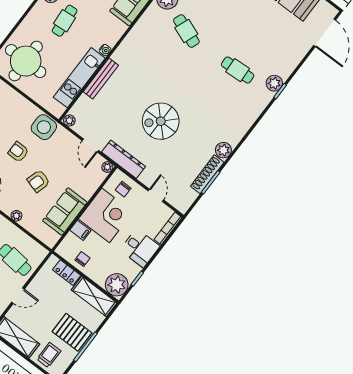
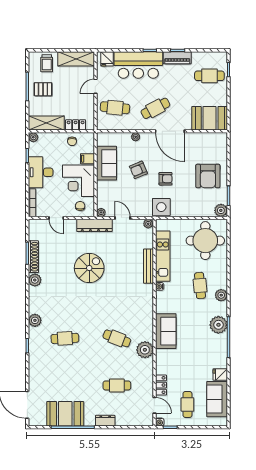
plant: (274, 83) -> (35, 320), moved
armchair: (39, 181) -> (138, 170), turned -129
desk: (140, 248) -> (41, 172), width x1.37
plant: (117, 285) -> (33, 137), width x0.53, depth x0.53
pallet: (72, 332) -> (43, 89), width x0.67, depth x0.71

